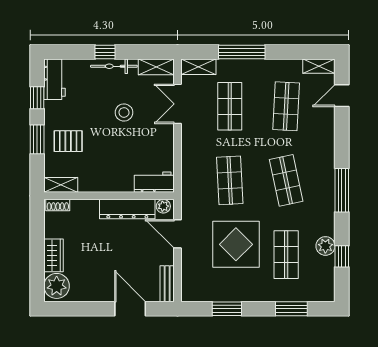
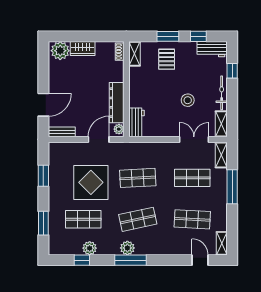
window: (105, 52) -> (232, 71), moved
plant: (325, 195) -> (127, 248), added

